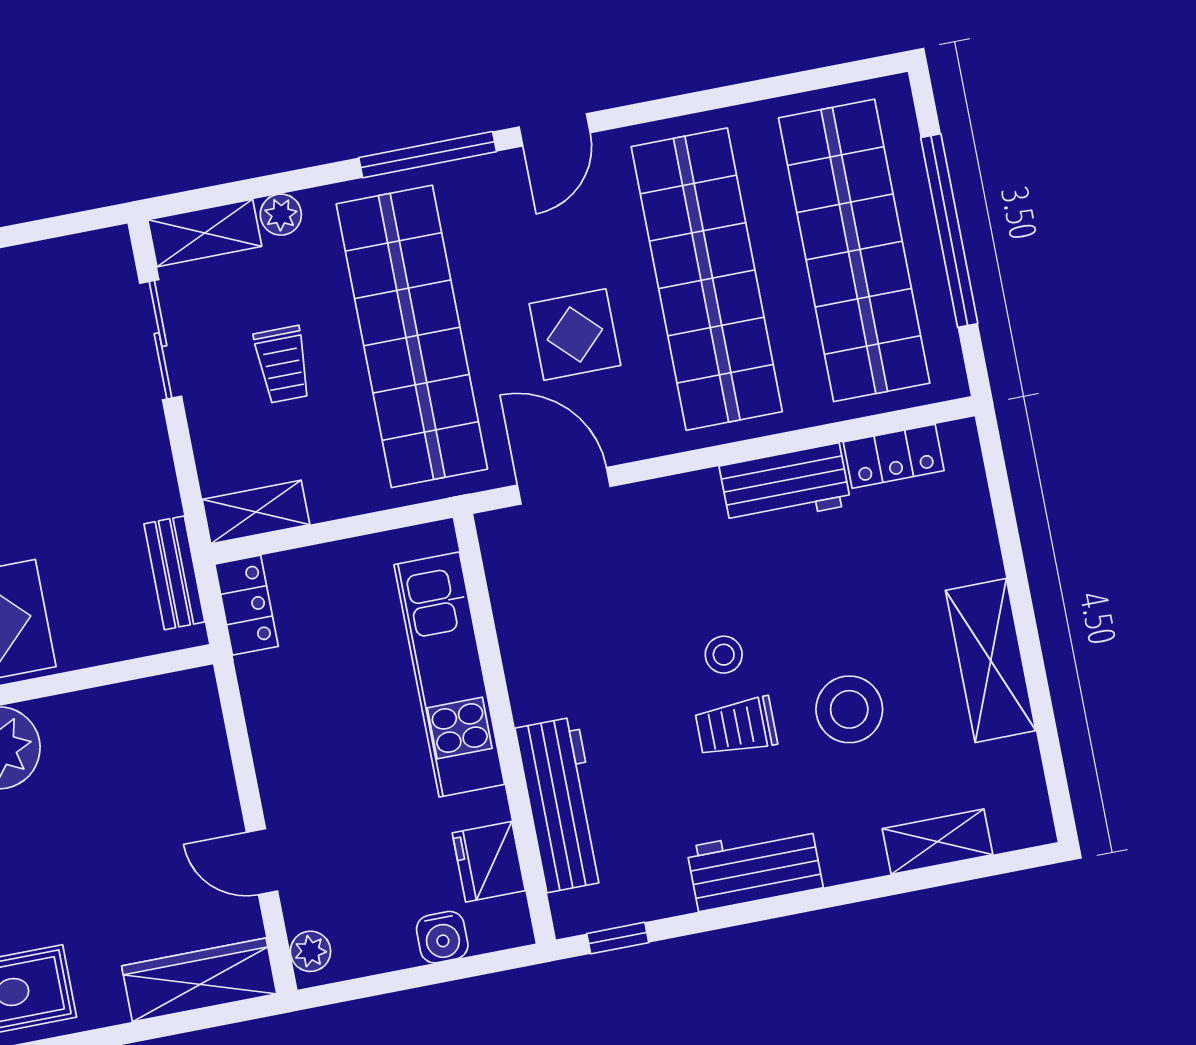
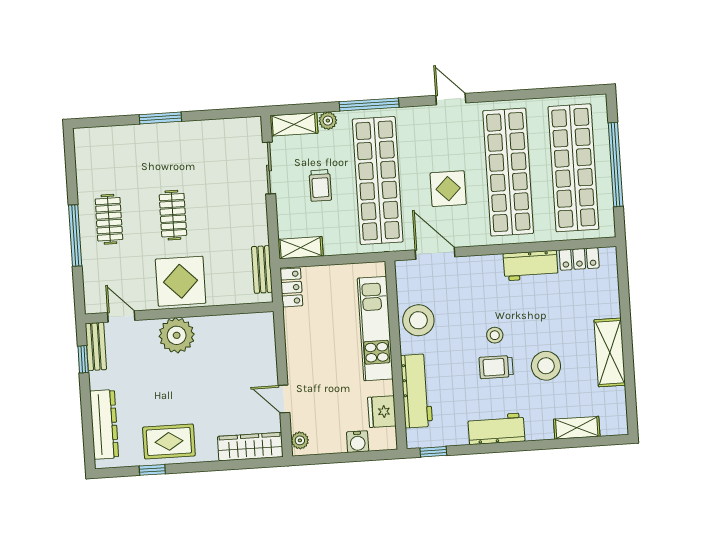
door: (555, 130) -> (451, 99), swing flipped
window: (428, 155) -> (369, 104), moved
stool: (545, 643) -> (418, 320), added

